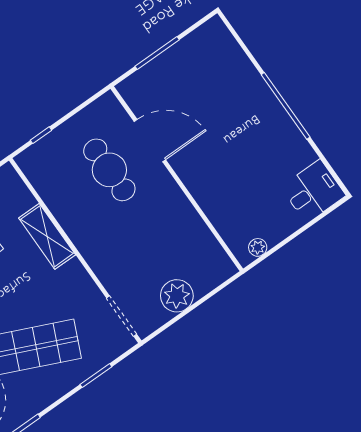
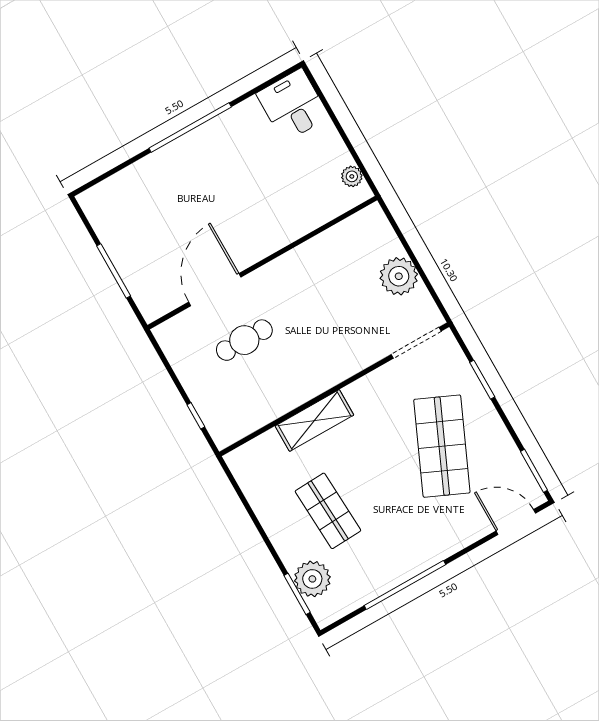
cafe table: (109, 170) -> (244, 340), width x0.73, depth x0.74

